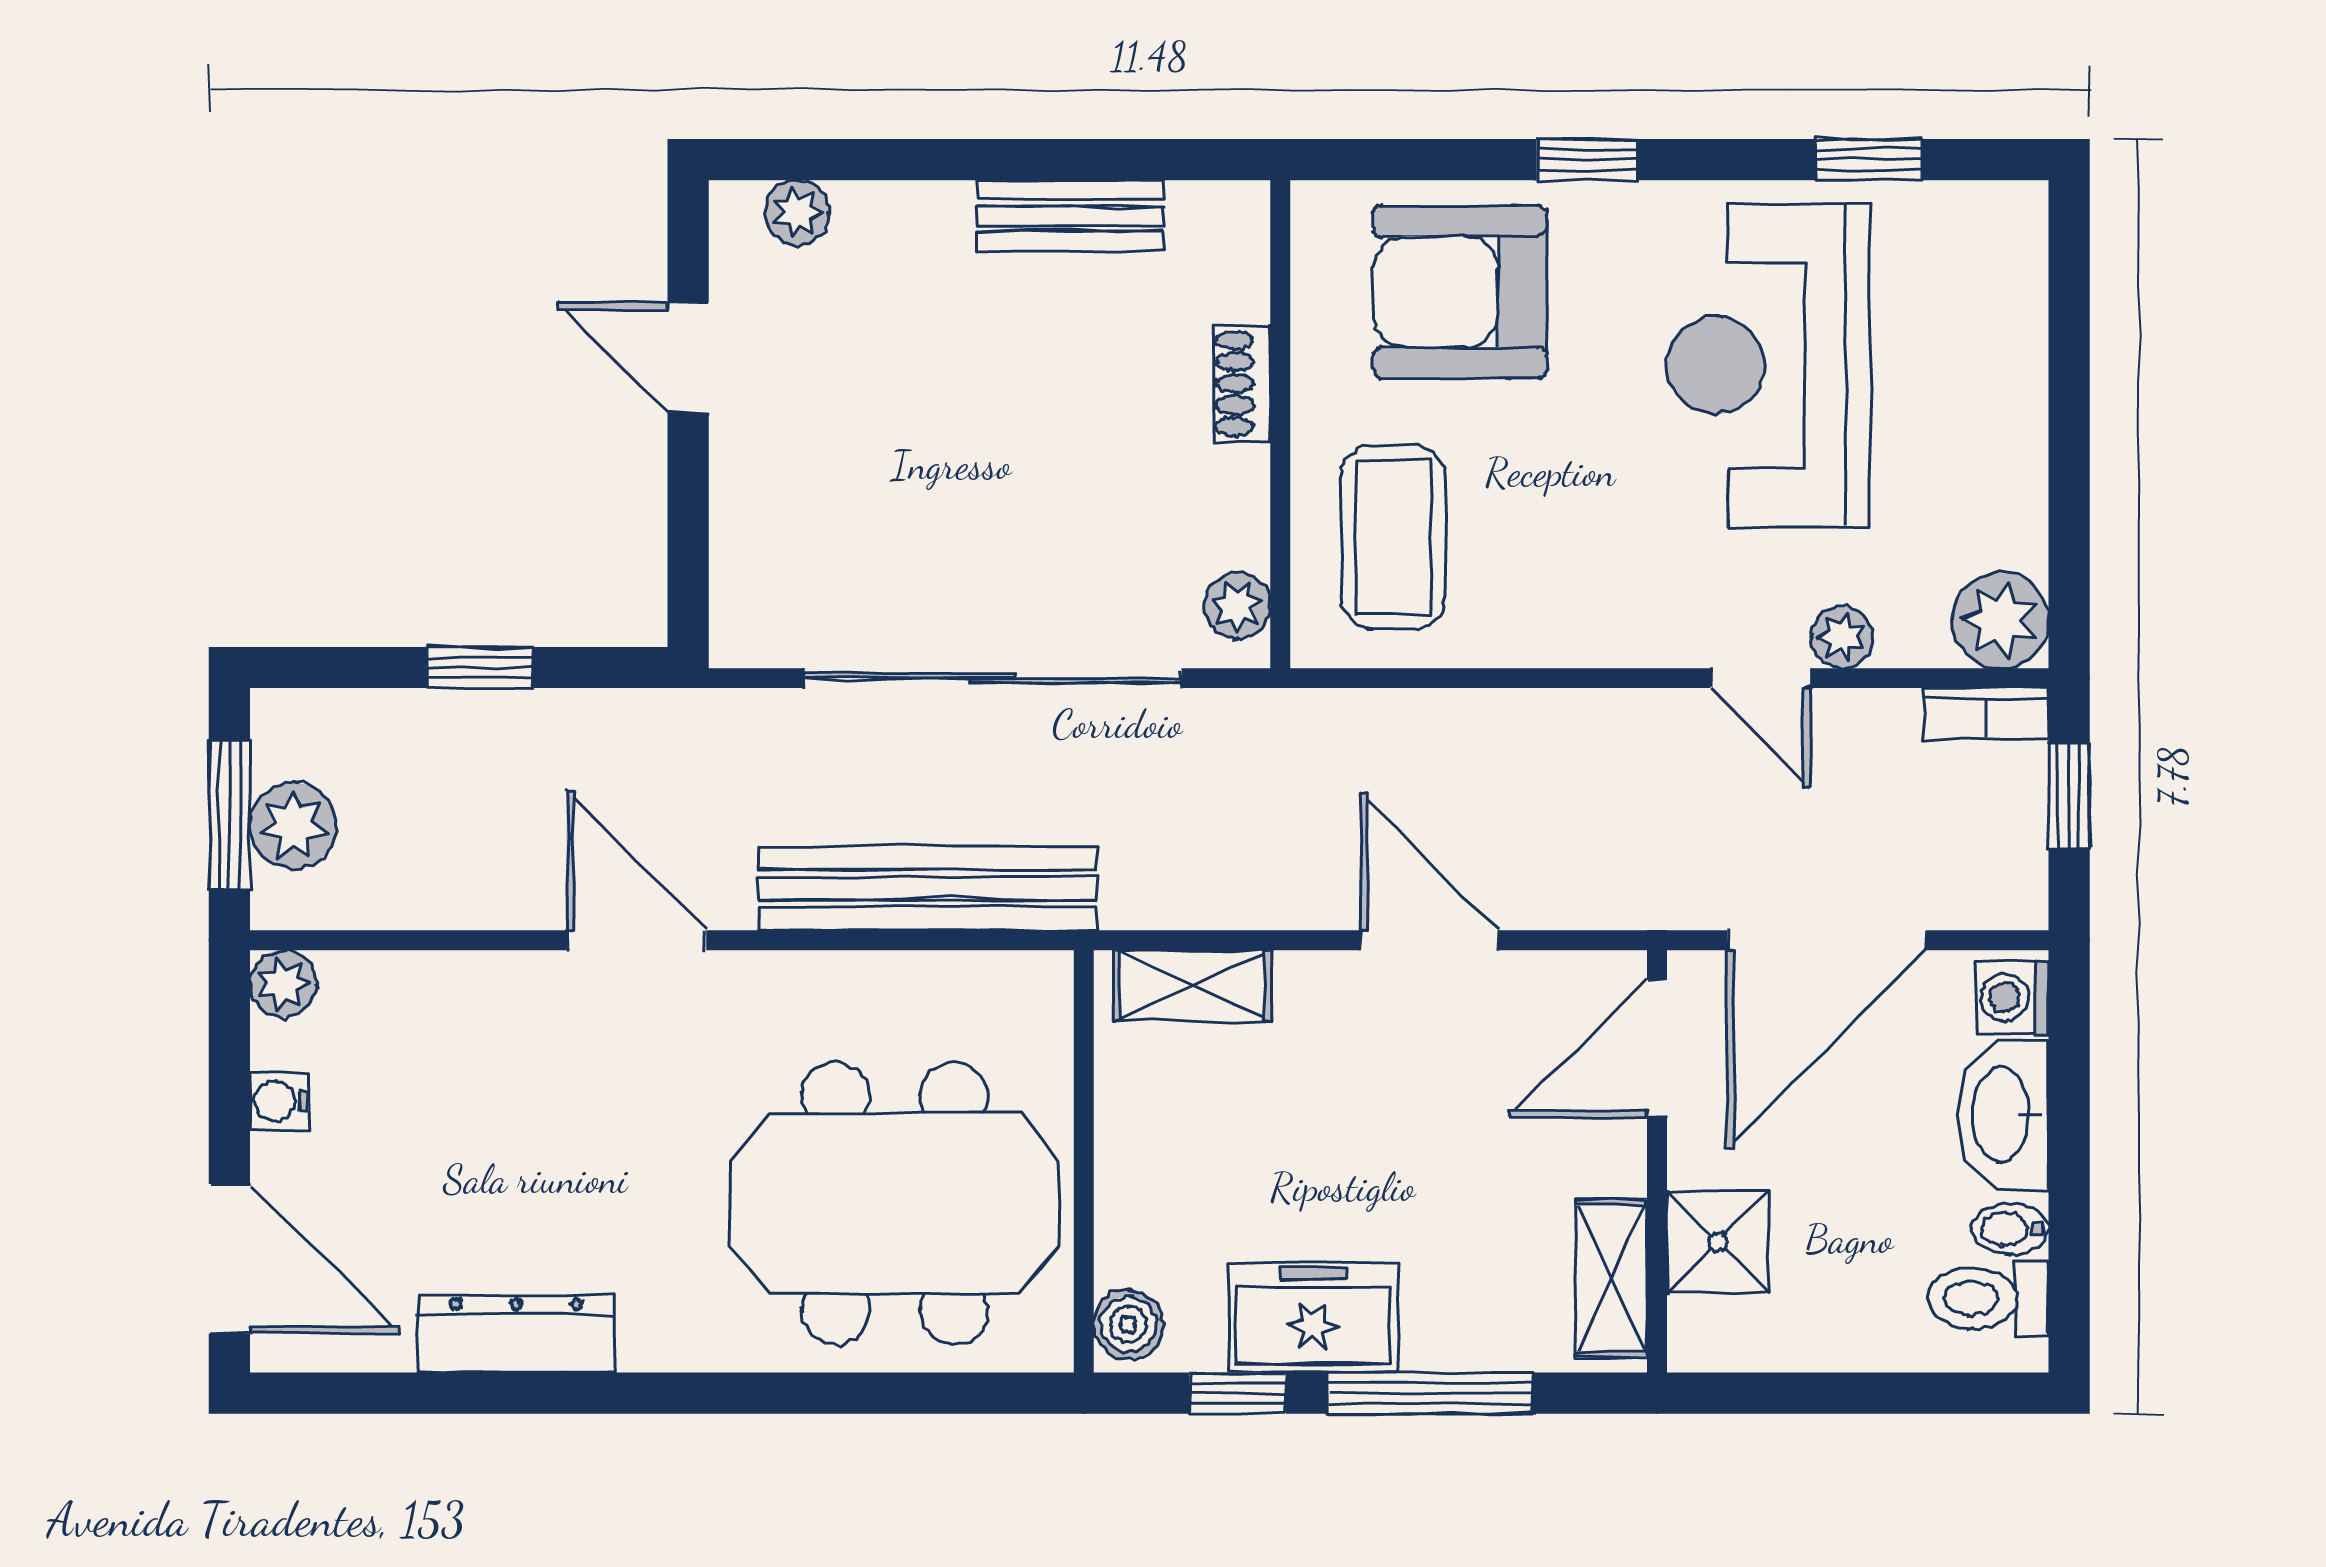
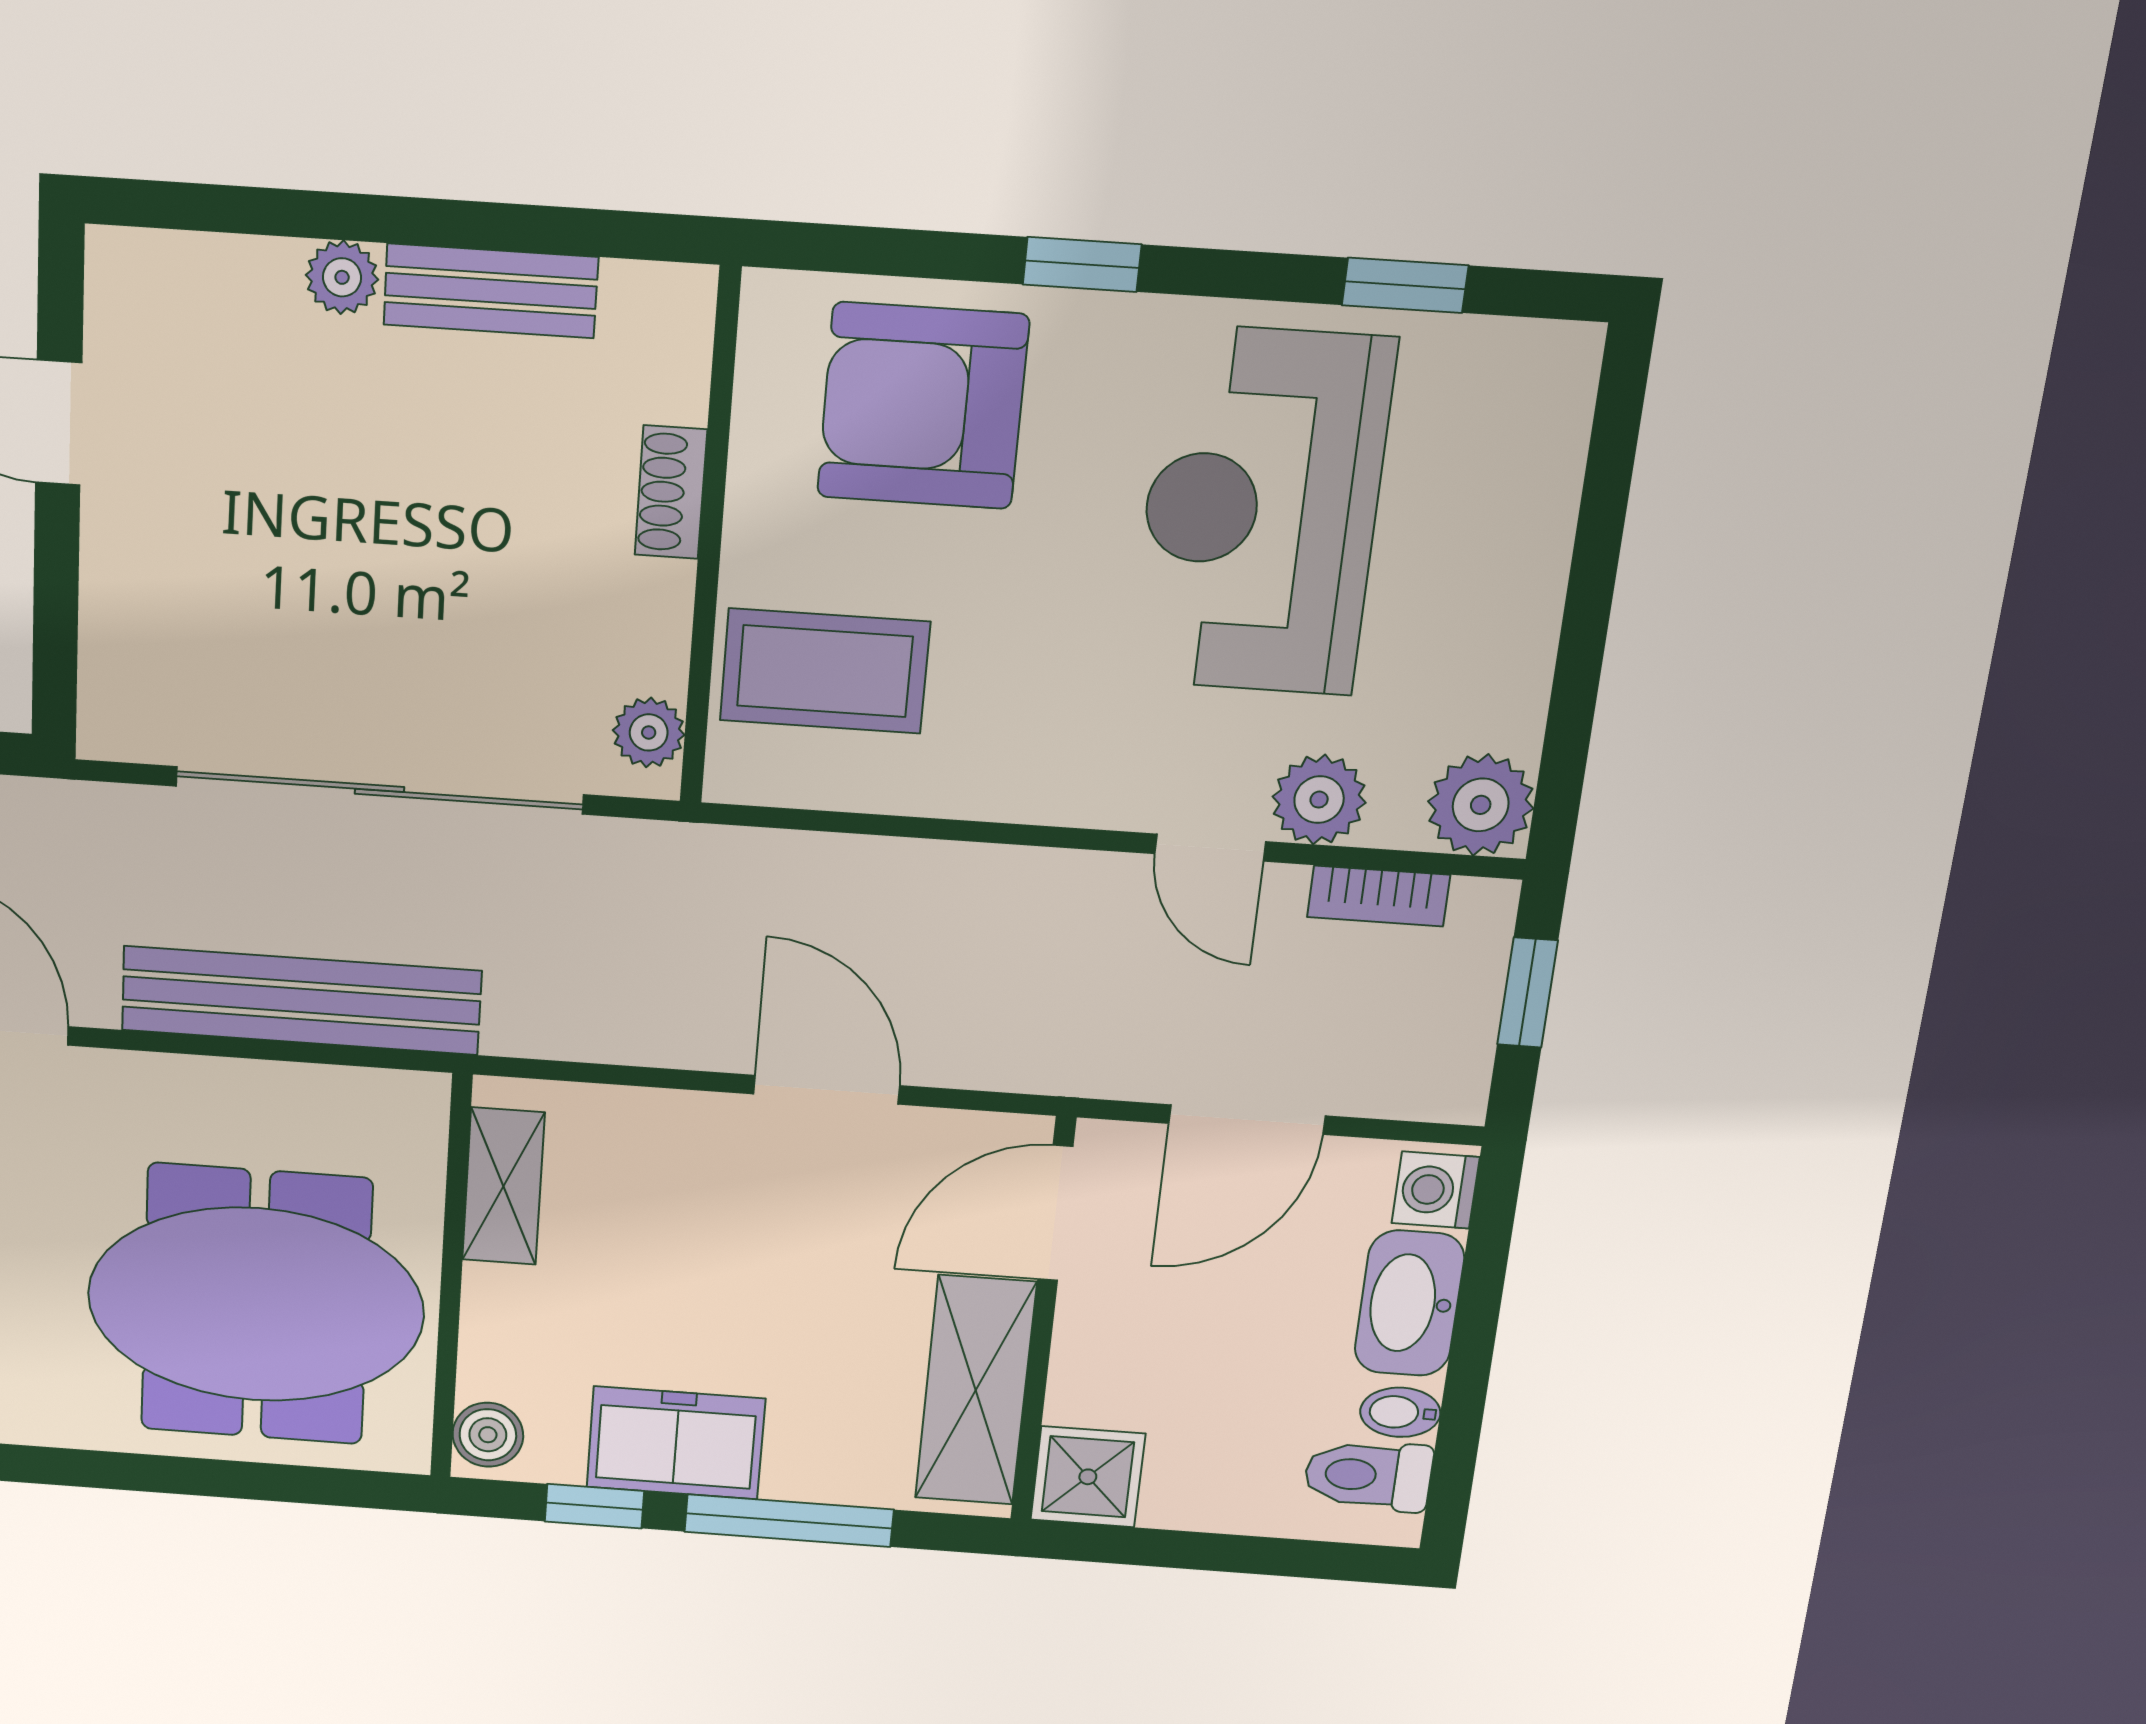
plant: (797, 212) -> (342, 277), moved
coffee table: (1393, 537) -> (825, 671), turned 90
plant: (1842, 637) -> (1319, 800), width x1.38, depth x1.38
bookcase: (1986, 713) -> (1379, 896), moved
door: (1827, 940) -> (1247, 1120), width x0.73
shelving: (1192, 985) -> (503, 1186), moved, turned 90
shower: (1718, 1242) -> (1088, 1477), moved
shelving: (1612, 1278) -> (976, 1391), width x1.50, depth x1.33

